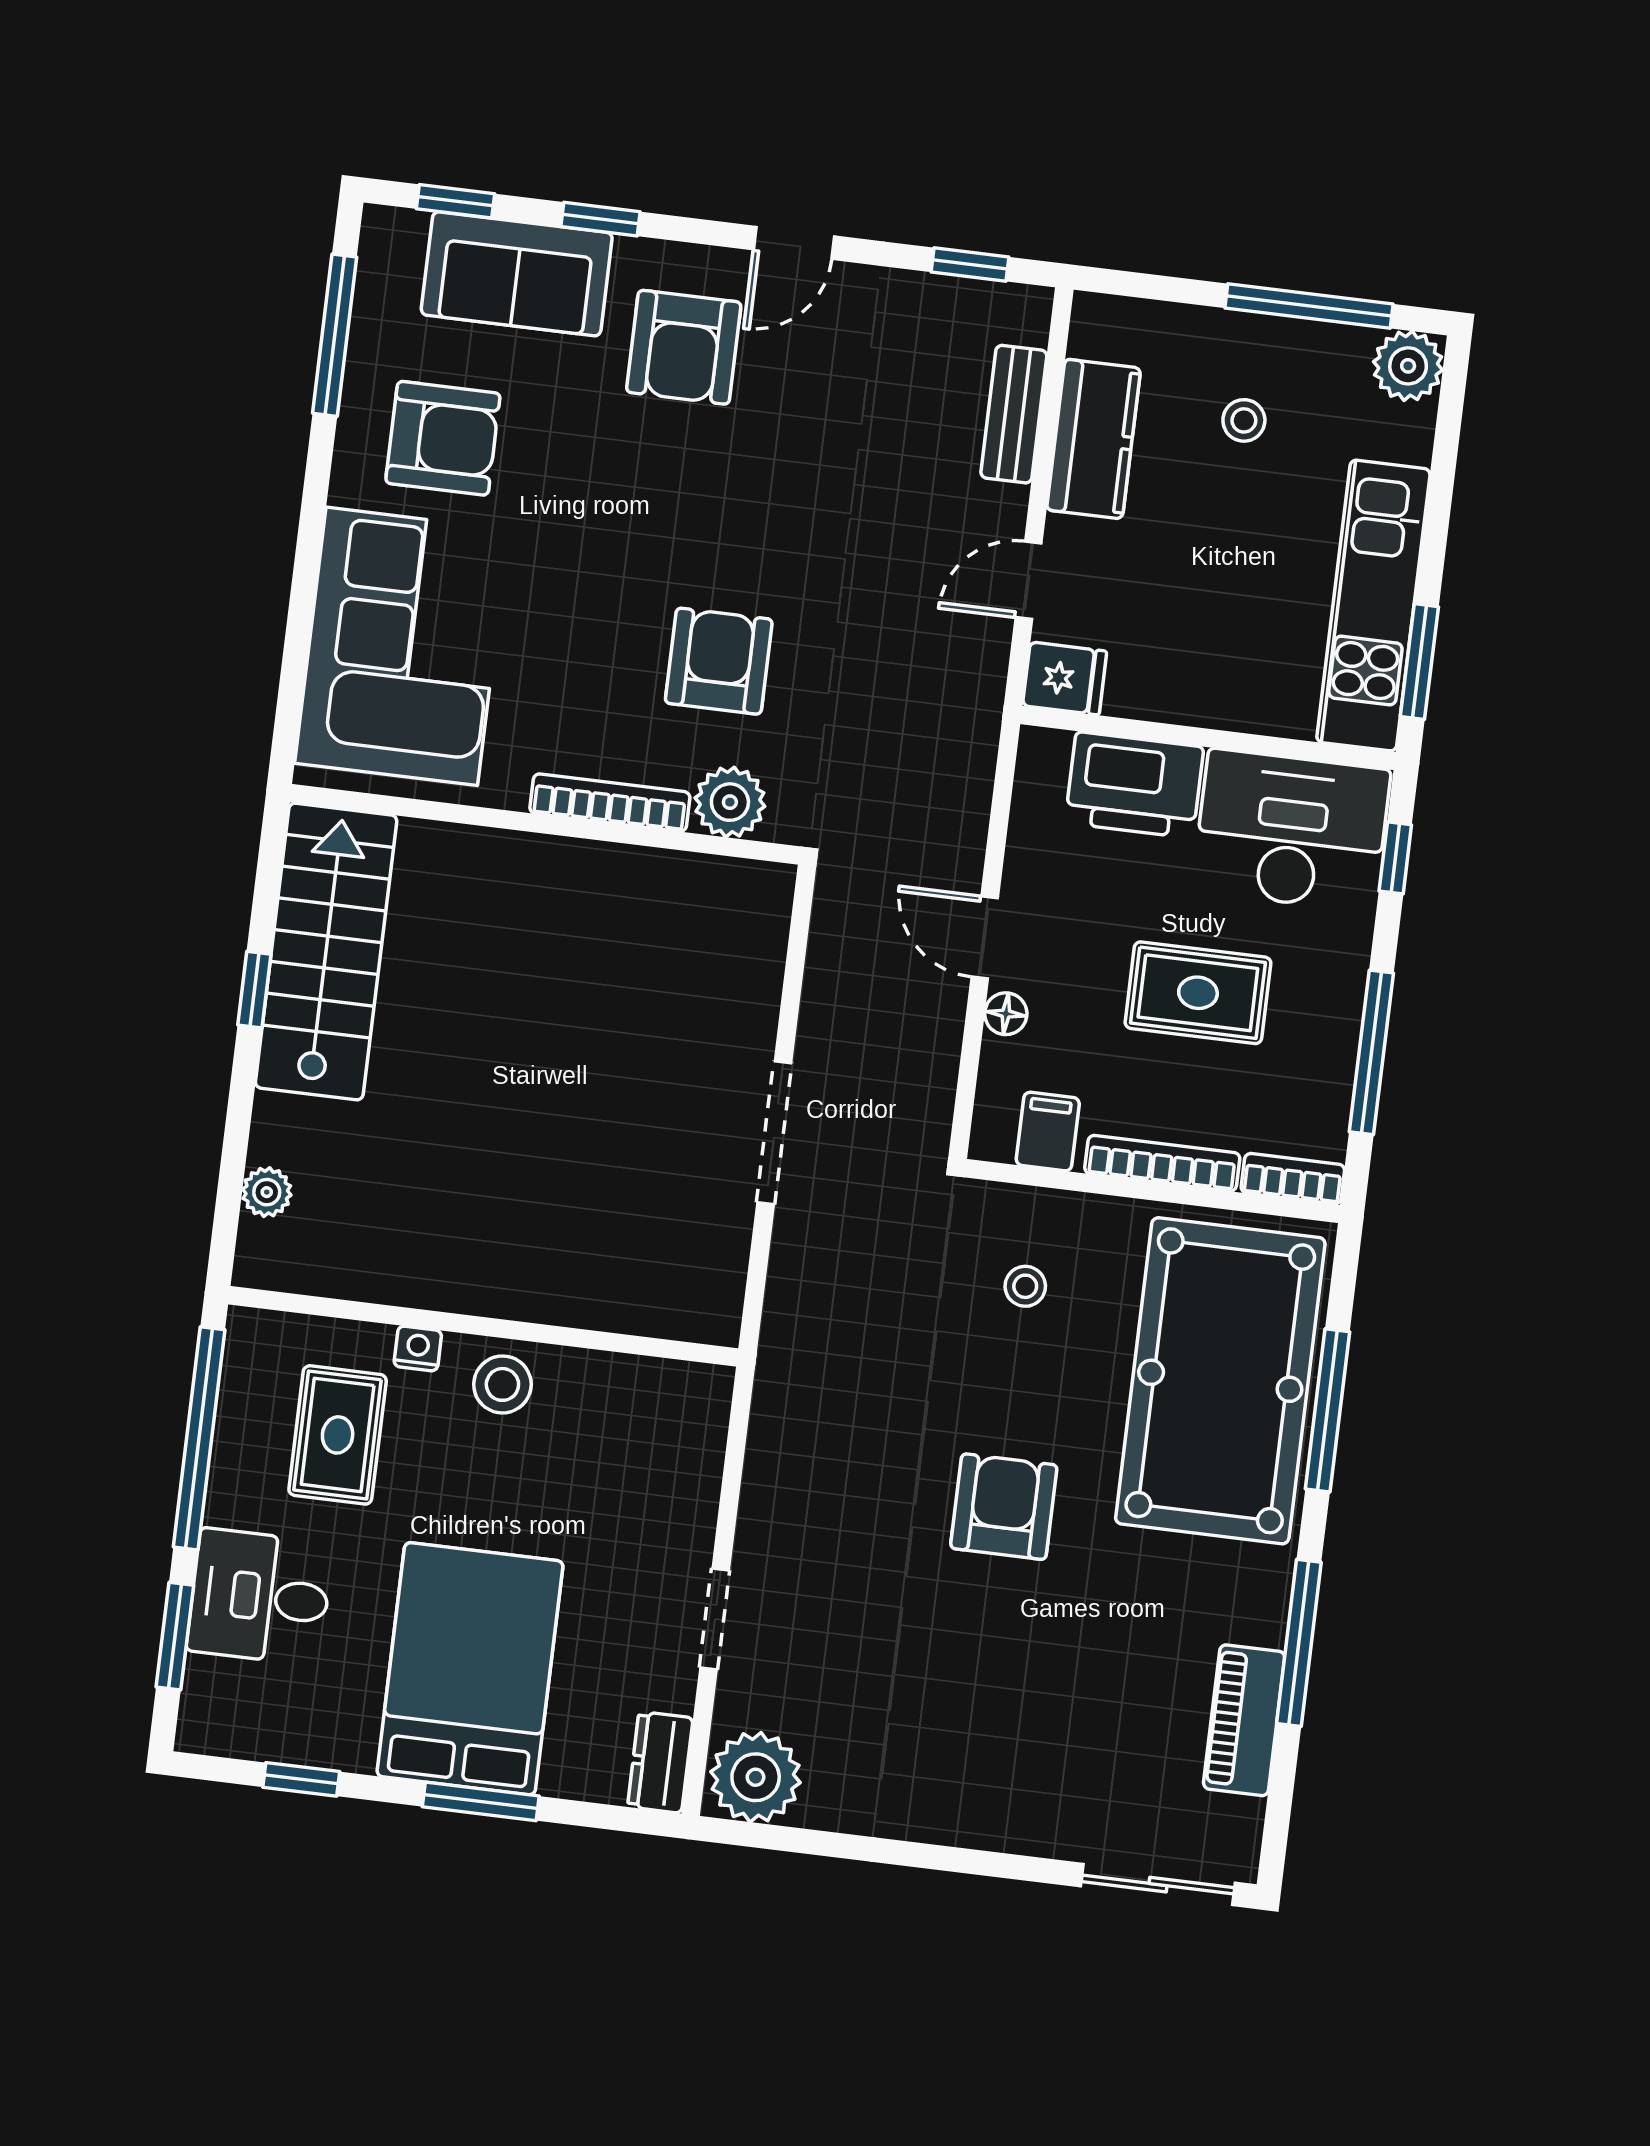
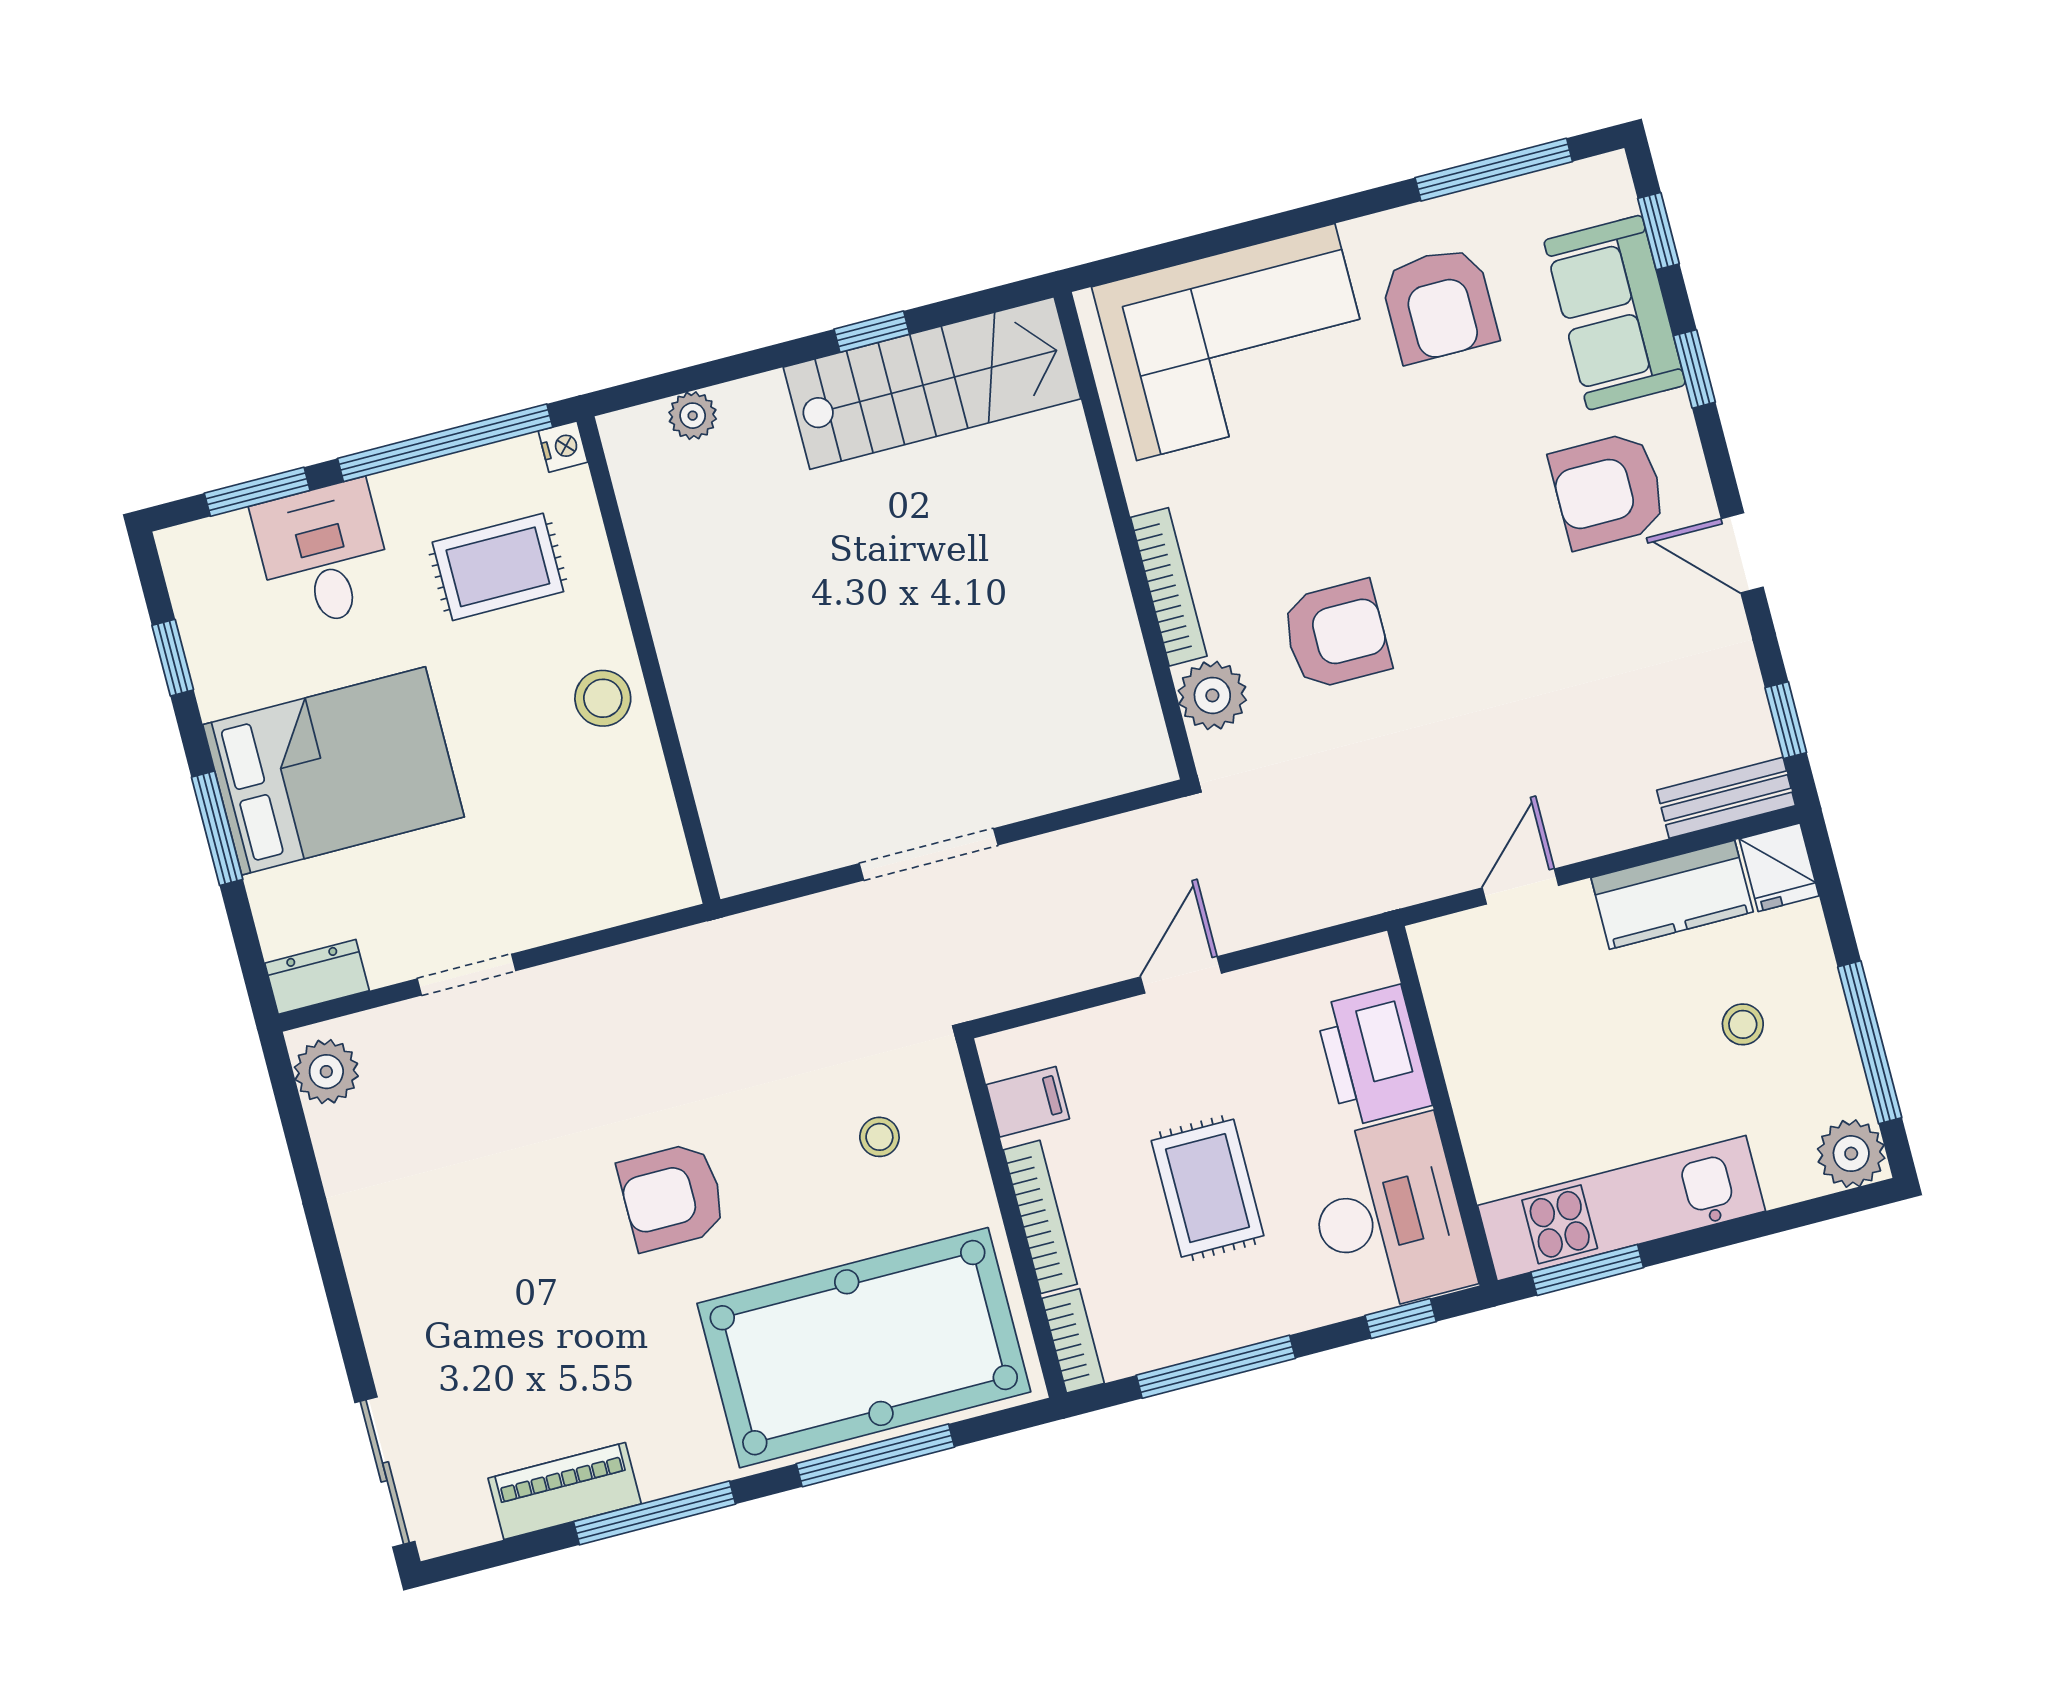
bench: (1014, 414) -> (1726, 798), moved
door: (1029, 580) -> (1520, 887), hinge flipped
fridge: (1065, 678) -> (1779, 867), moved
floor lamp: (1006, 1014) -> (1120, 1021), removed
nightstand: (418, 1348) -> (563, 447), moved
armchair: (1004, 1507) -> (672, 1197), turned 180
plant: (756, 1777) -> (326, 1072), width x0.73, depth x0.73

